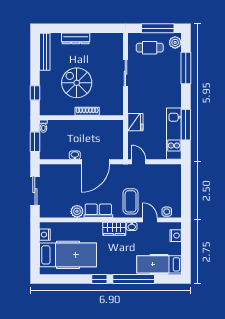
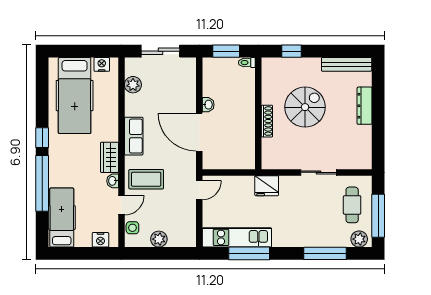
fridge: (135, 122) -> (267, 186), moved
plant: (175, 192) -> (159, 239), added
plant: (77, 211) -> (133, 85), moved

